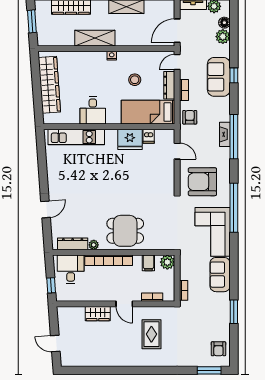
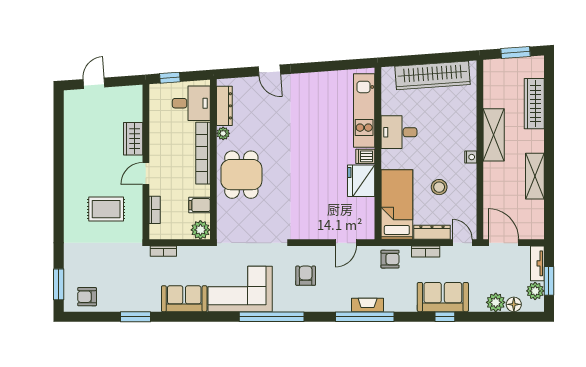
dishwasher: (149, 136) -> (365, 156), moved
armchair: (202, 182) -> (306, 276), width x0.53, depth x0.53

